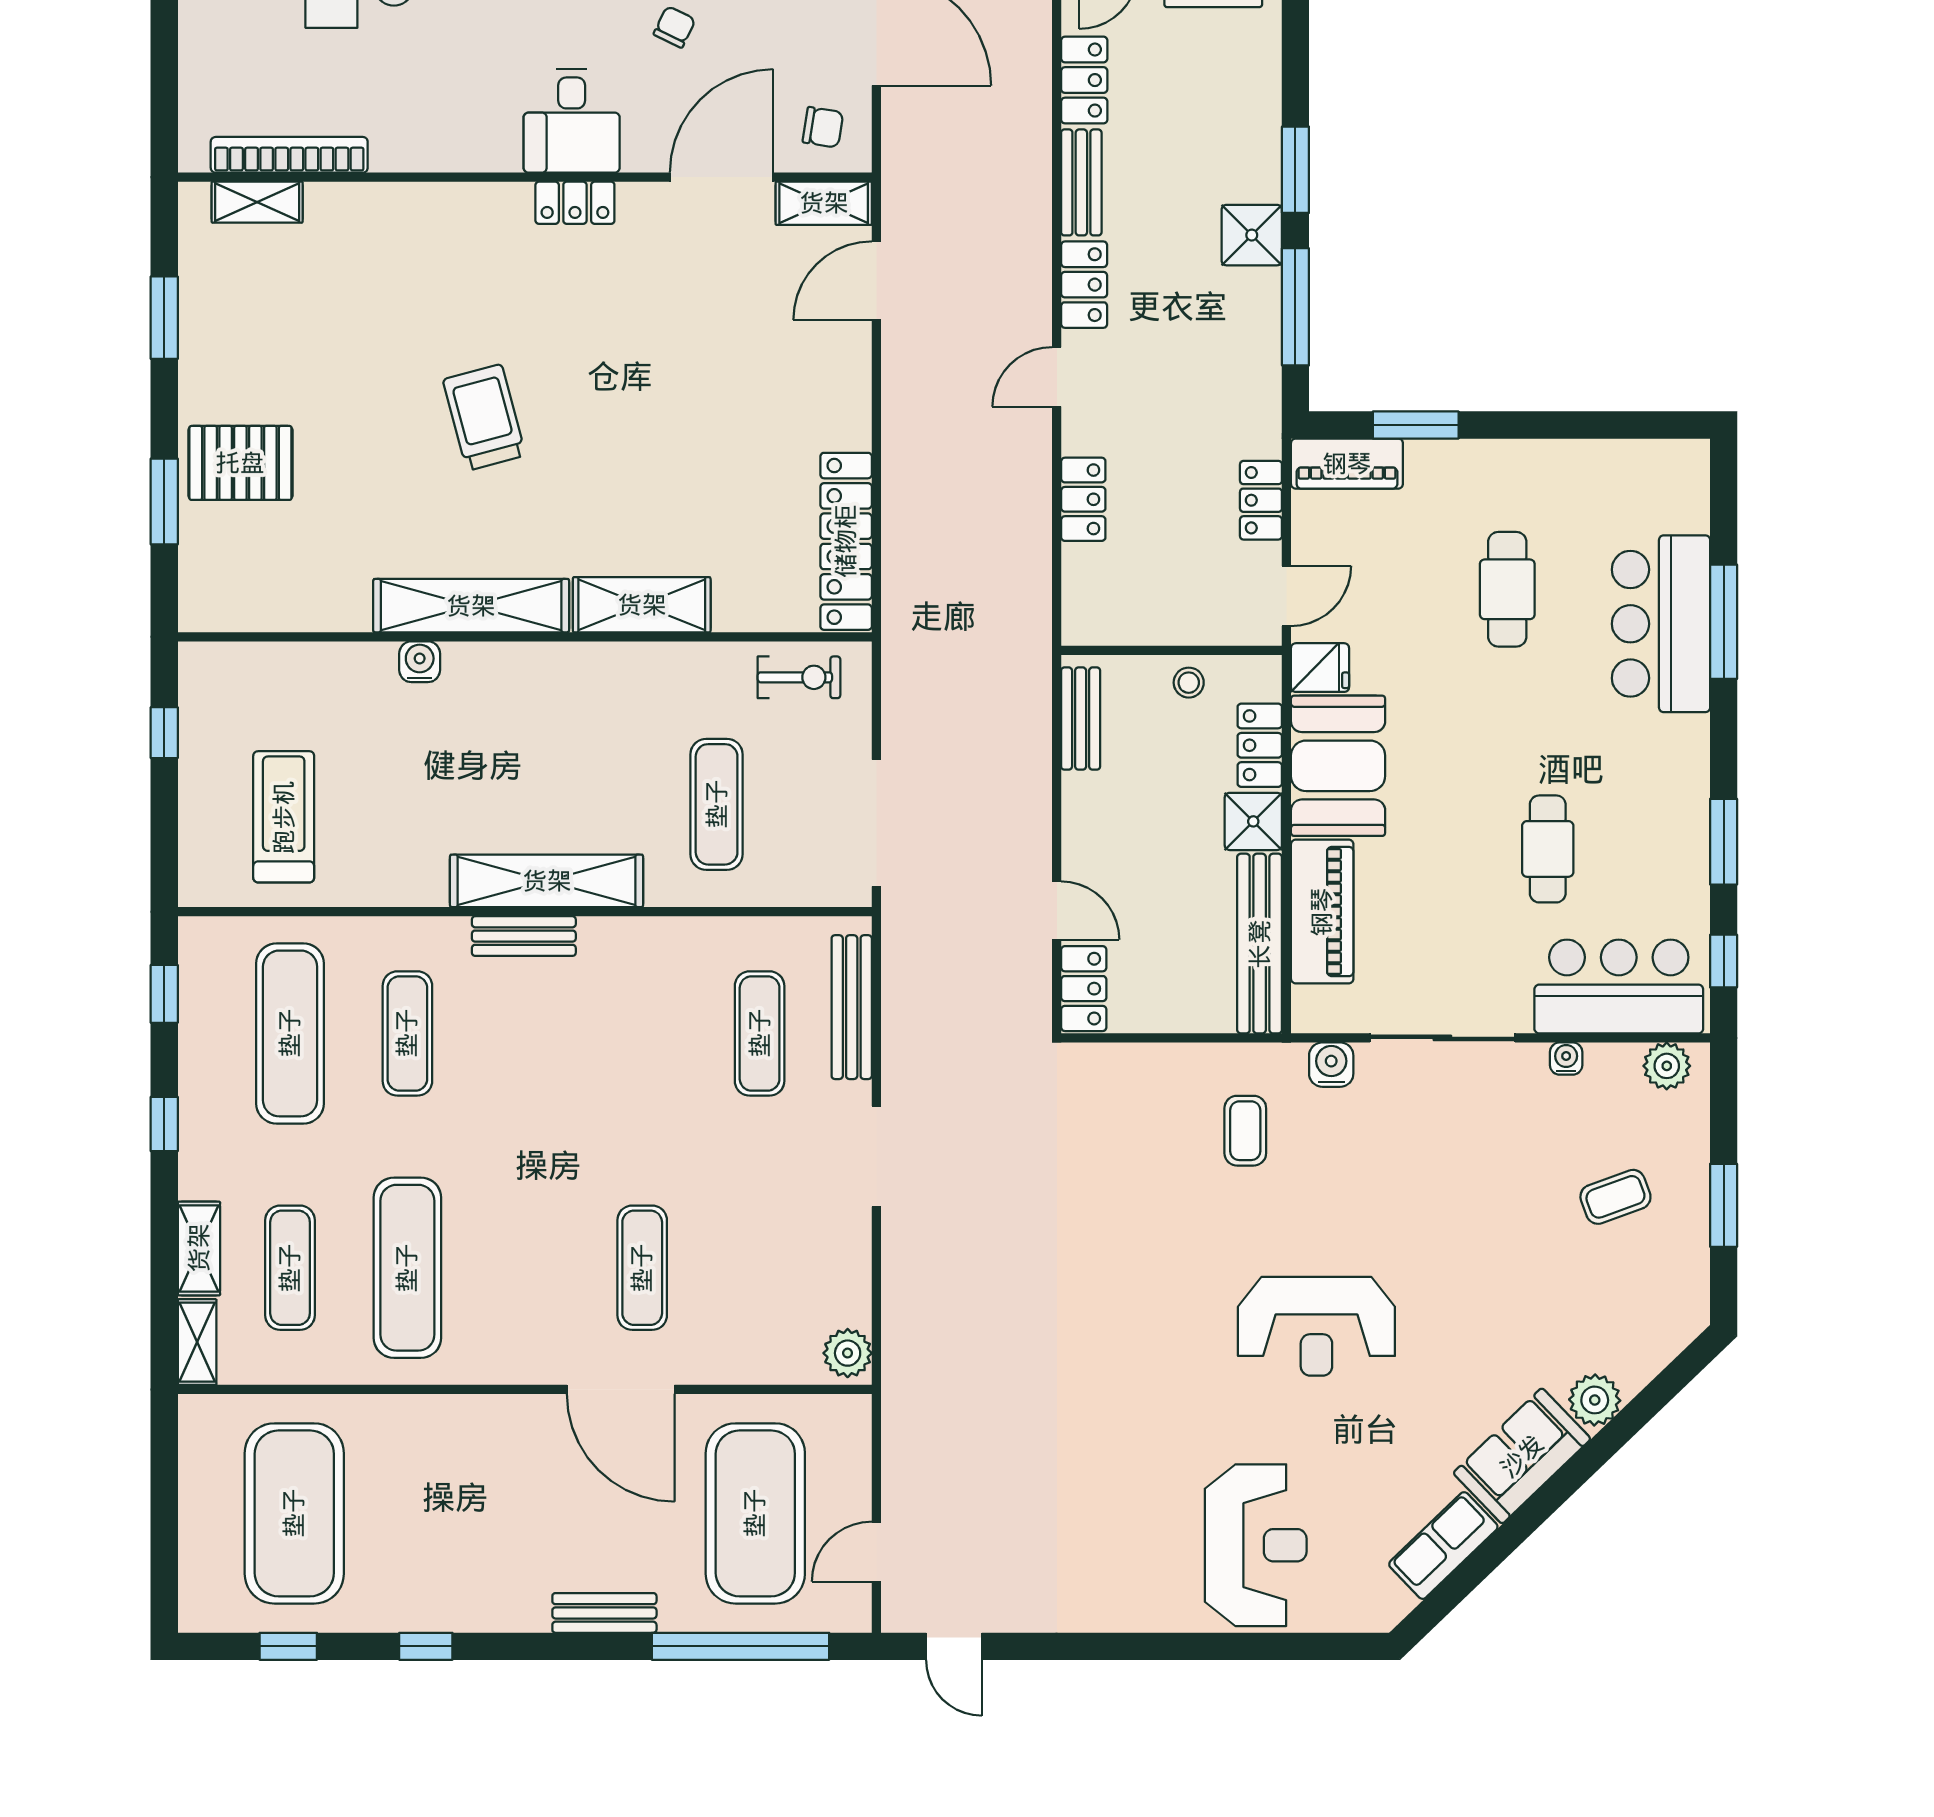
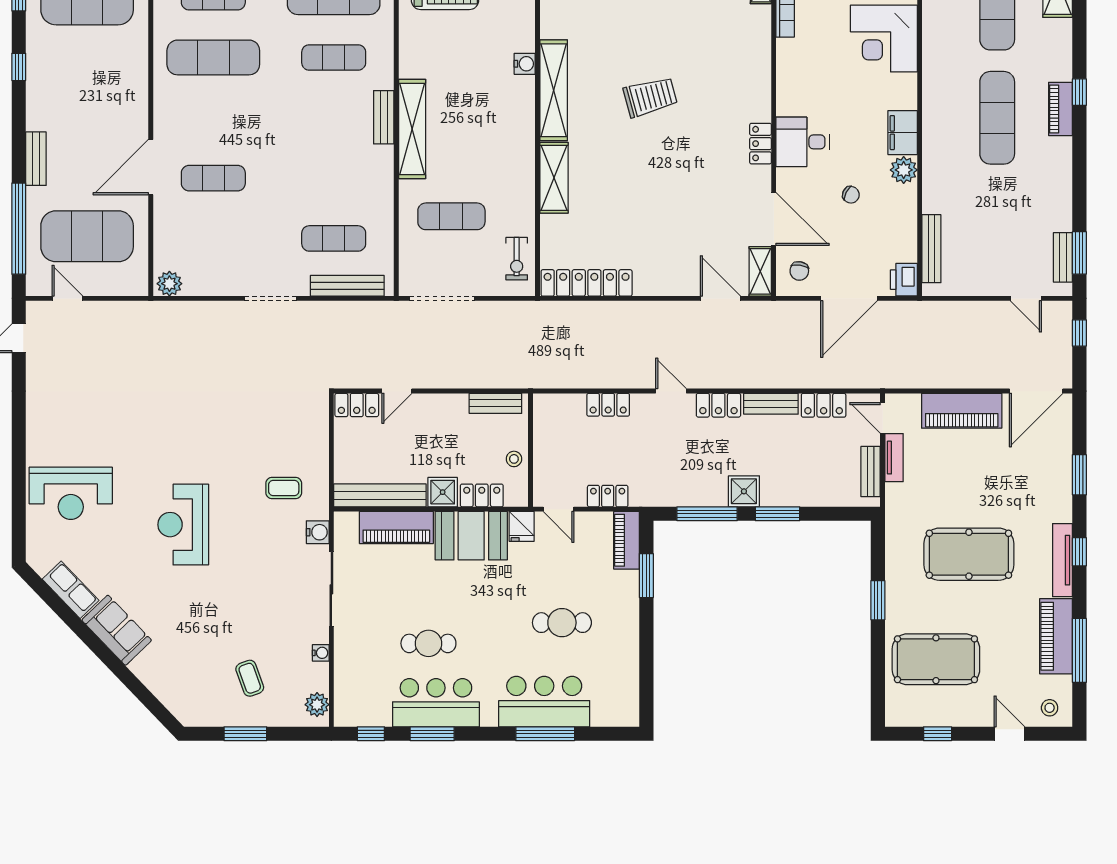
bar counter: (1619, 987) -> (436, 703), moved, turned -90
plant: (1595, 1400) -> (145, 668), removed

